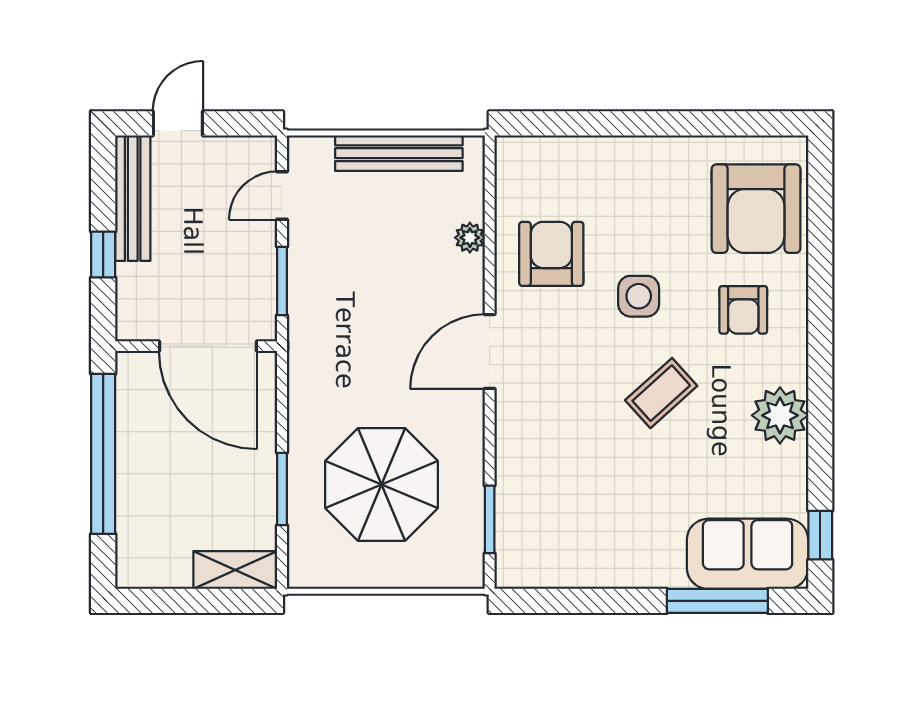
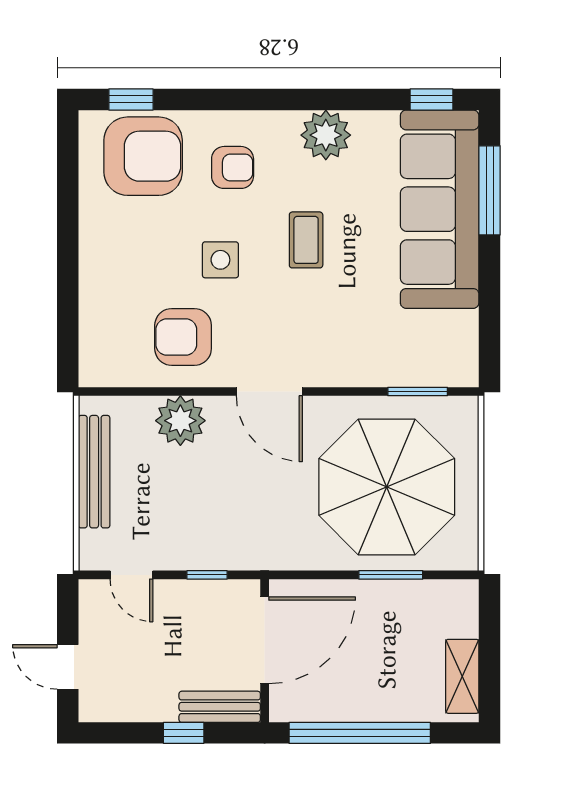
window: (820, 195) -> (131, 99), added
bench: (133, 198) -> (220, 707), moved, width x0.73
plant: (470, 238) -> (180, 421), width x1.87, depth x1.87
window: (282, 281) -> (207, 575), width x0.67
coffee table: (661, 393) -> (306, 240), turned 42
parasol: (382, 484) -> (387, 487), width x1.36, depth x1.36
sofa: (748, 554) -> (440, 209), width x1.85, depth x1.27
shelving: (235, 570) -> (462, 676), moved

